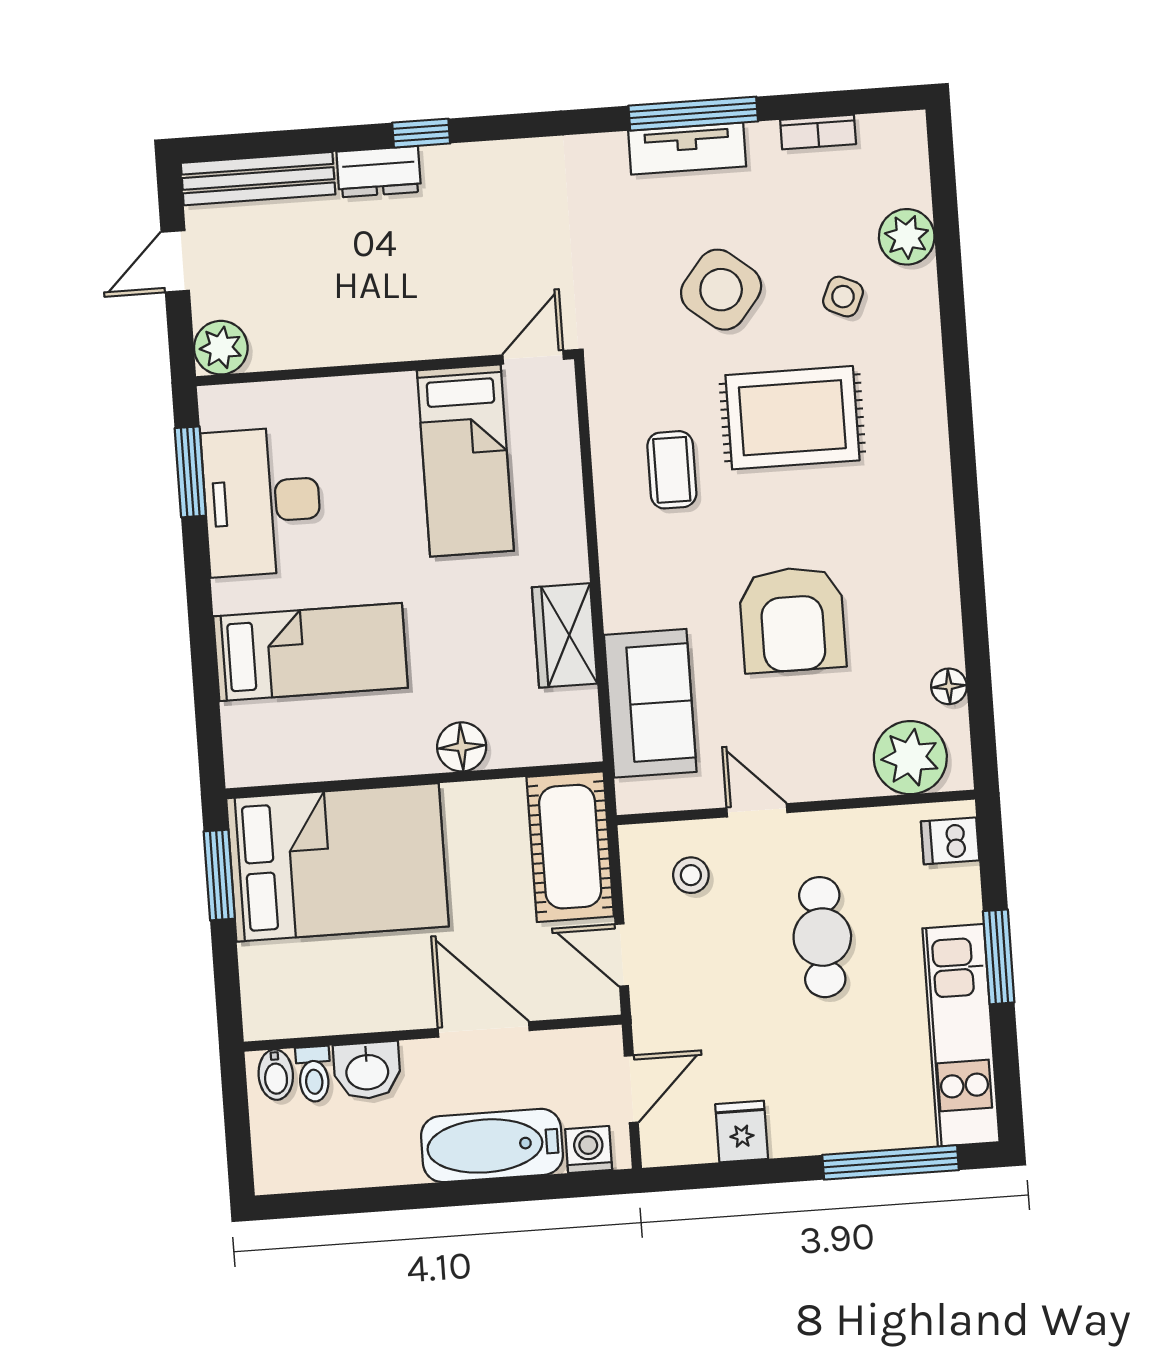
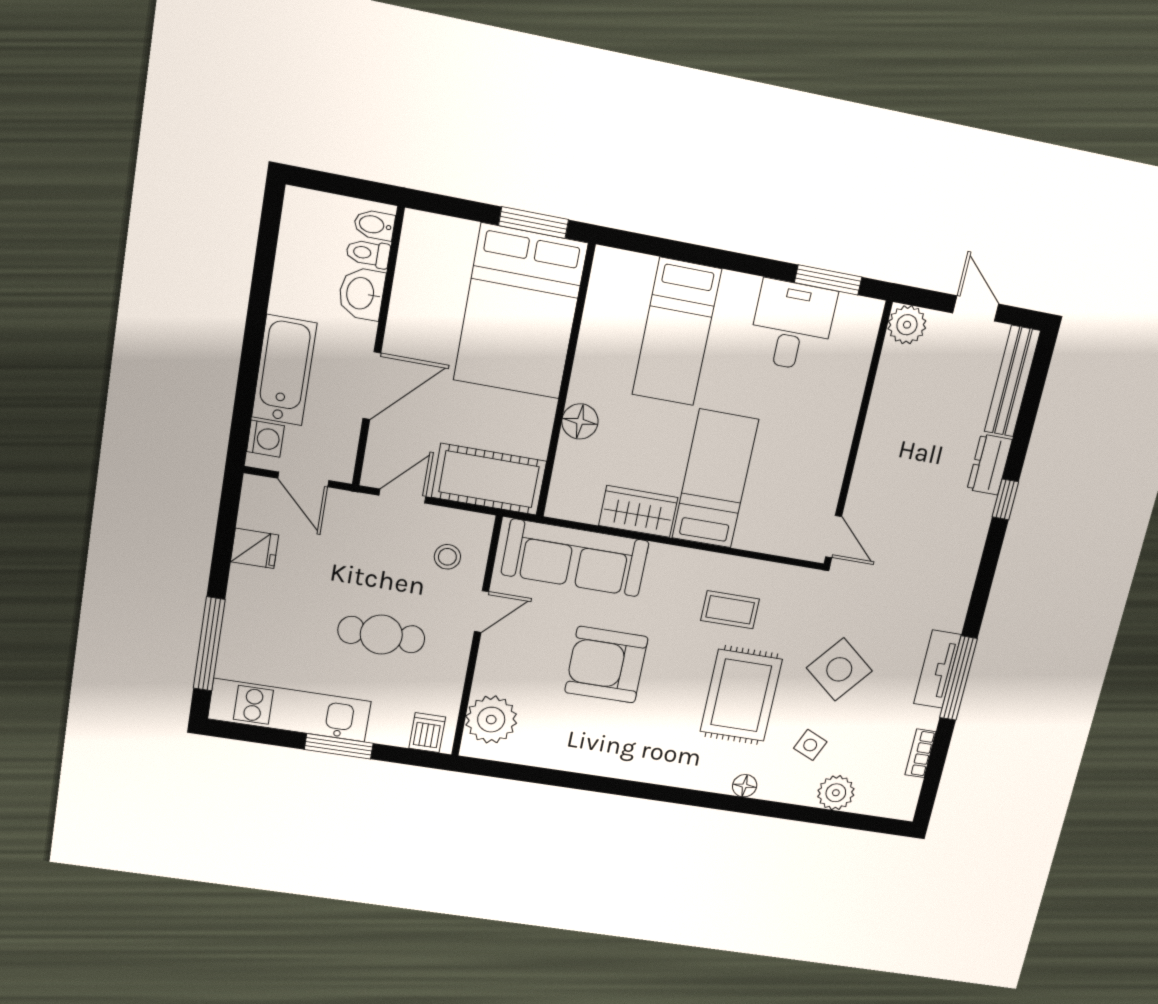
bed: (465, 461) -> (715, 479), moved, turned 90
desk: (262, 502) -> (792, 325), width x0.73
floor lamp: (949, 686) -> (745, 786), moved
sofa: (650, 703) -> (575, 558), width x1.36

